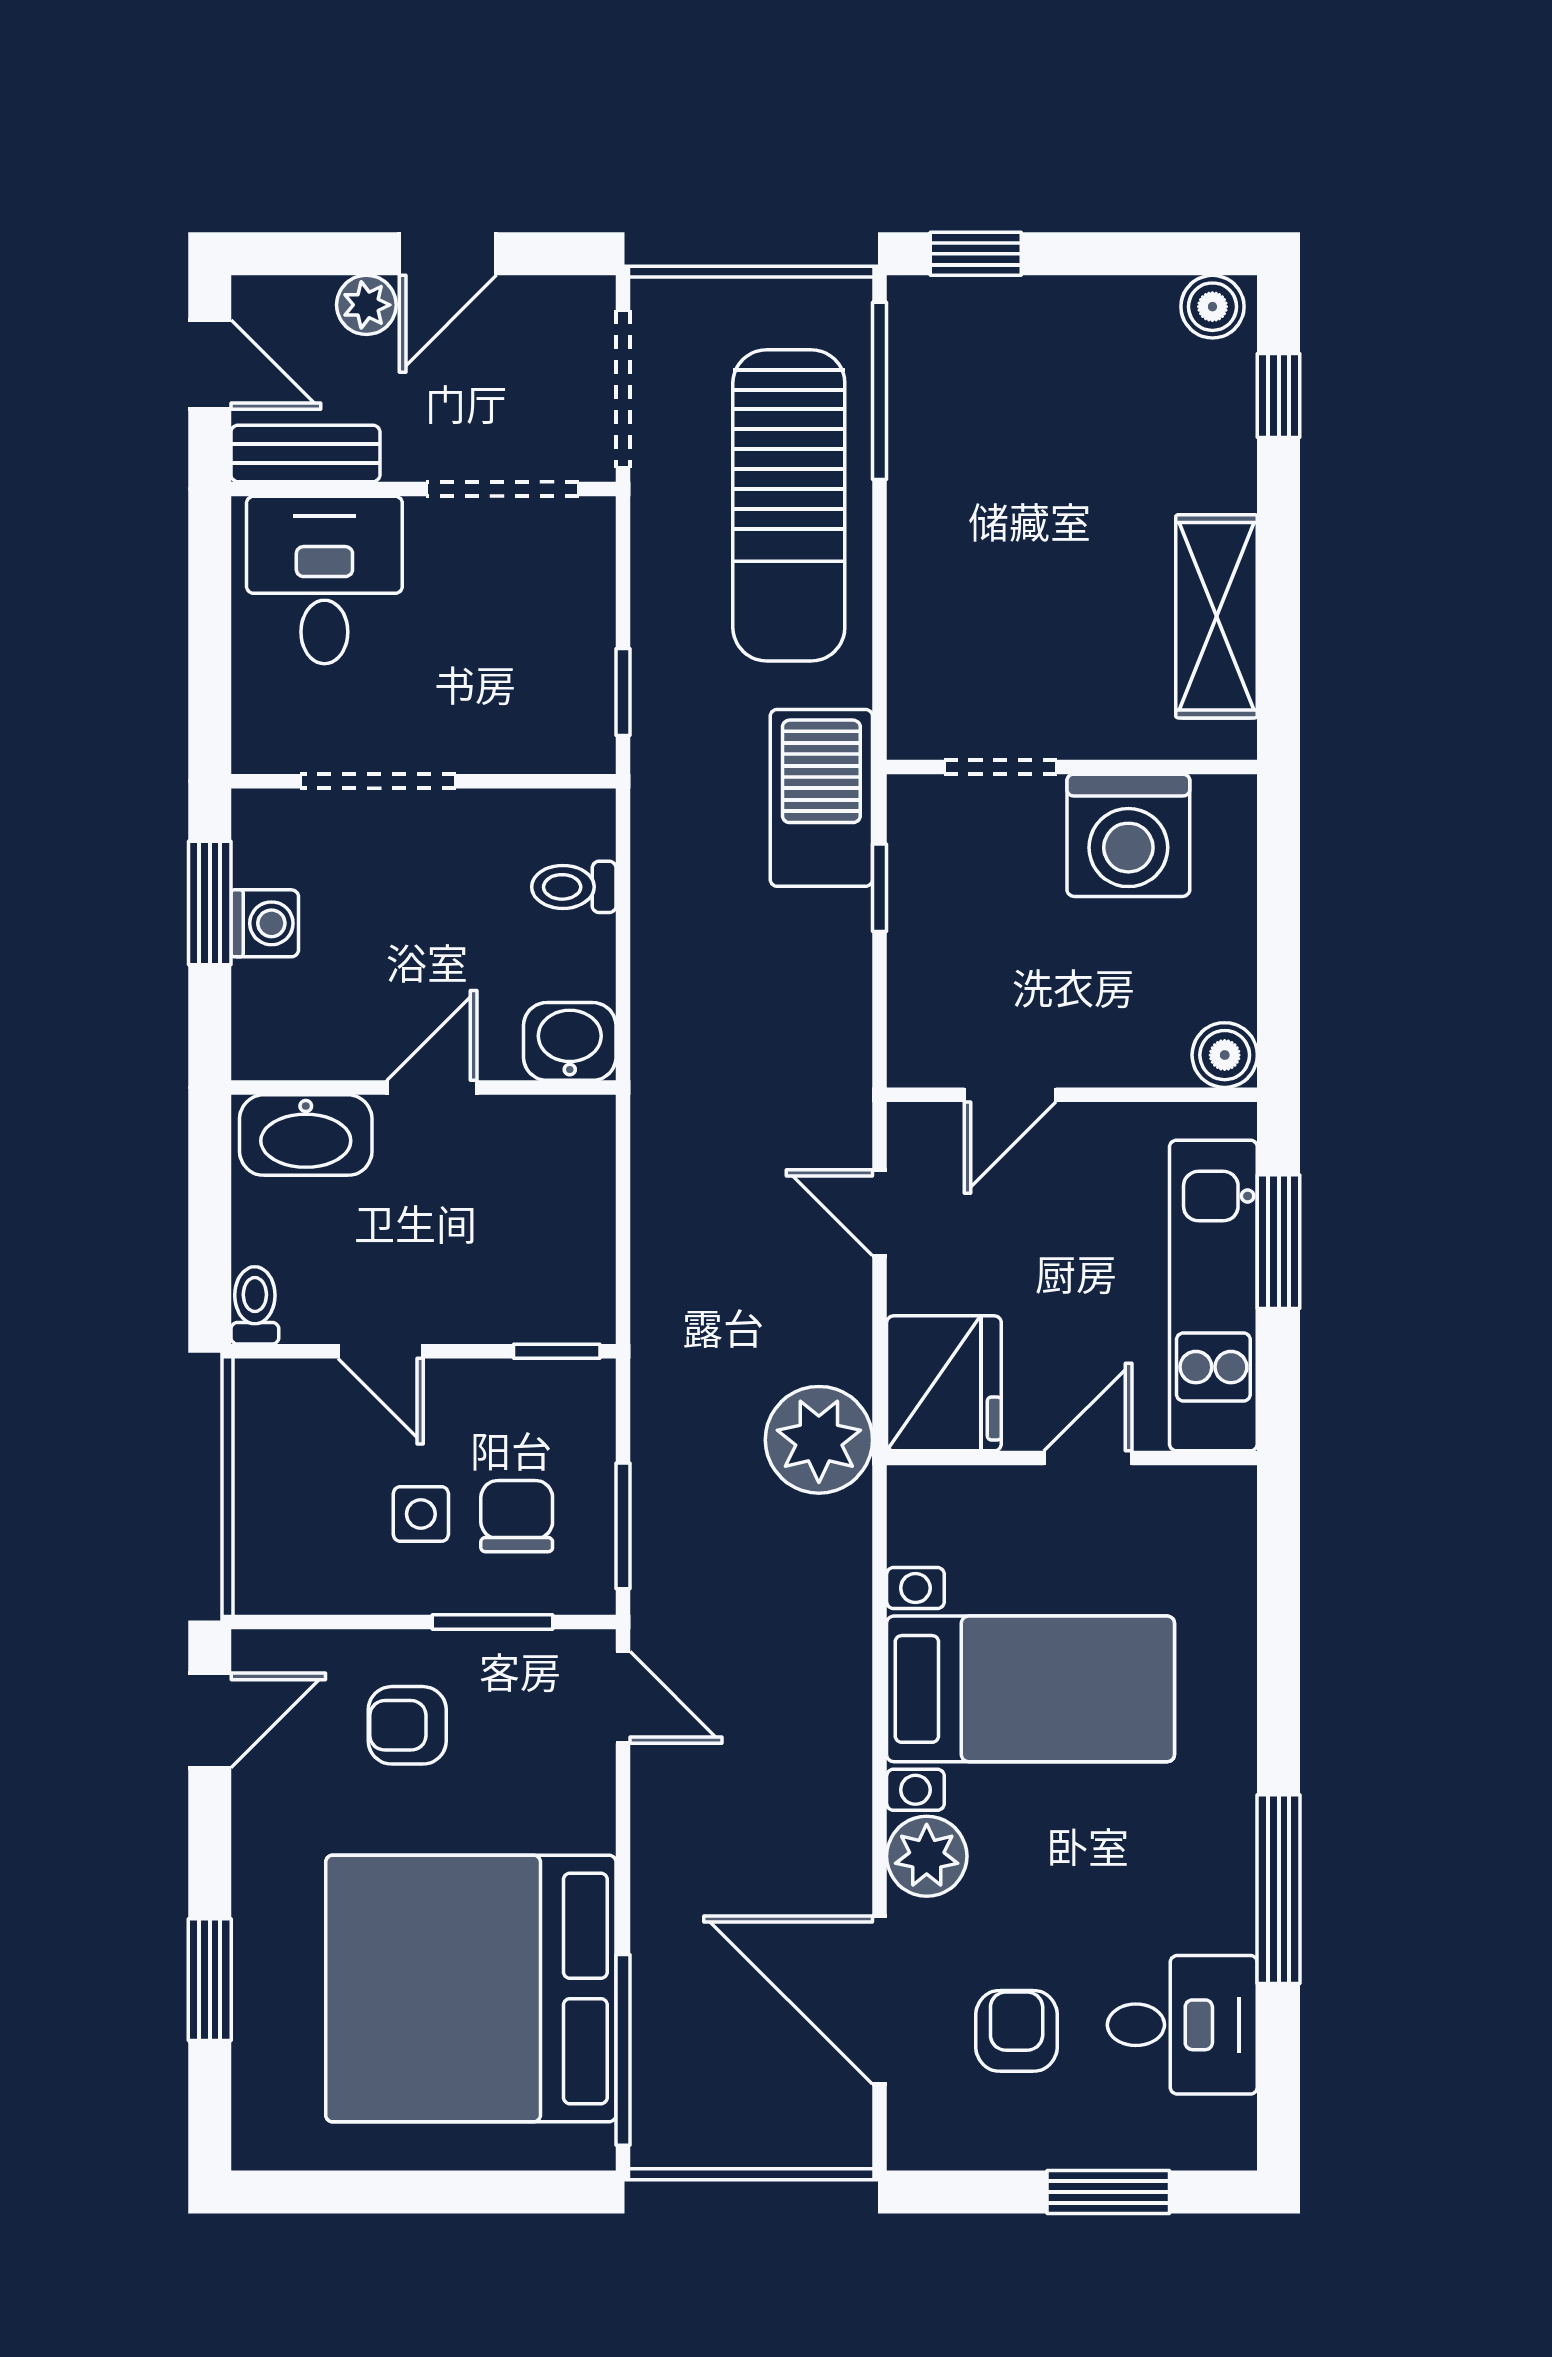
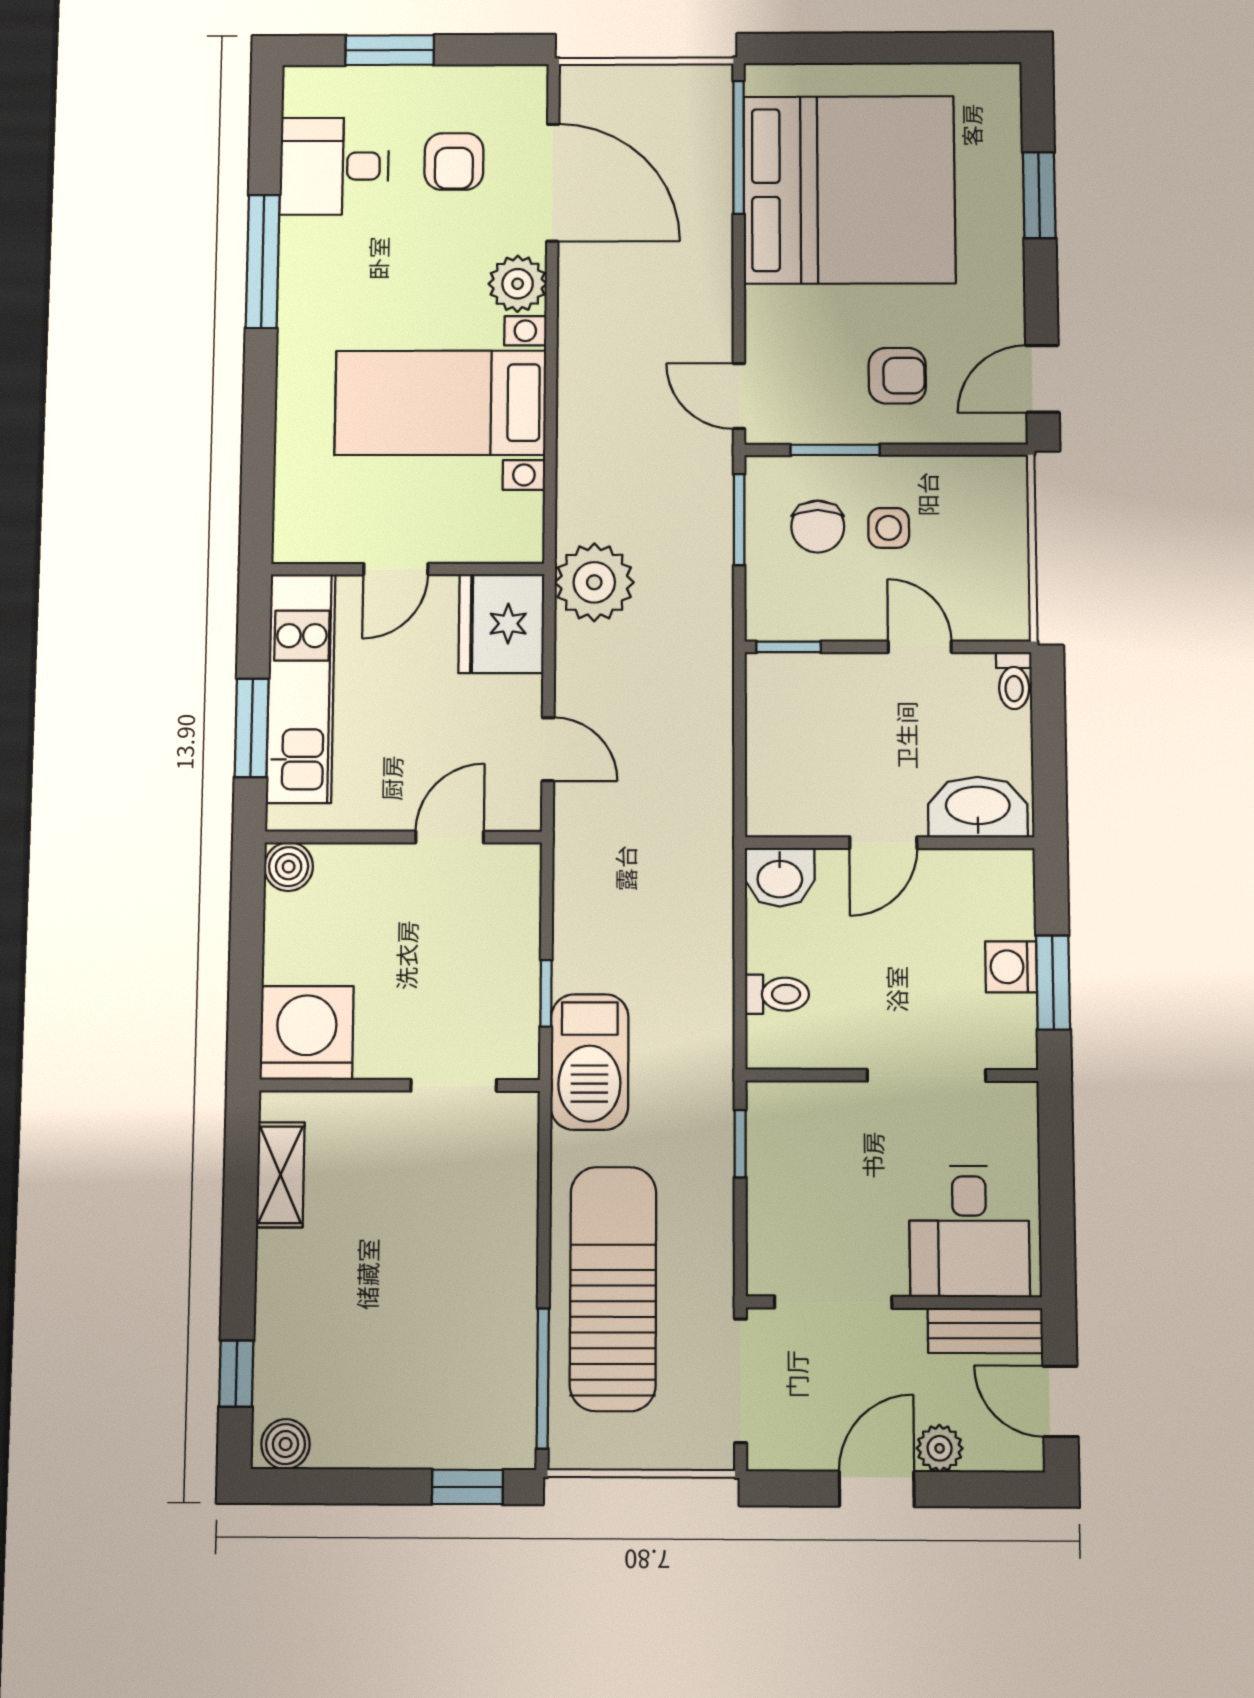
shelving: (1217, 616) -> (280, 1175), width x0.67, depth x0.75
washing machine: (1128, 835) -> (307, 1033), moved

